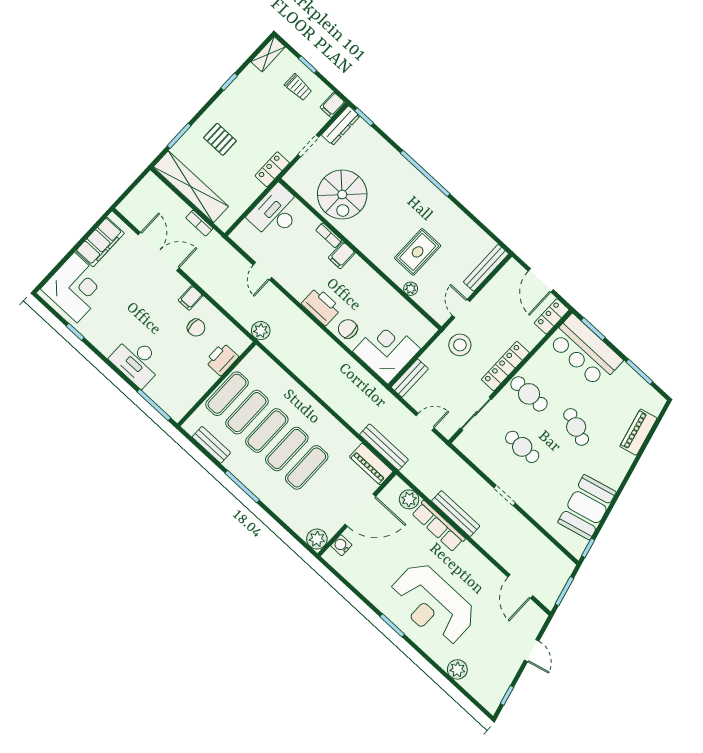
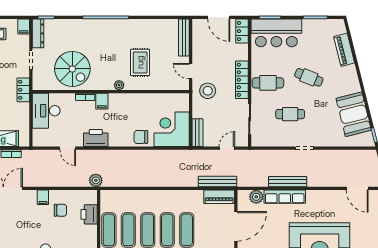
plant: (411, 289) -> (119, 85), moved
printer: (321, 306) -> (96, 138), moved

